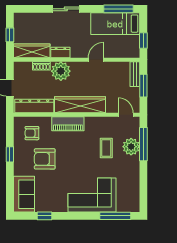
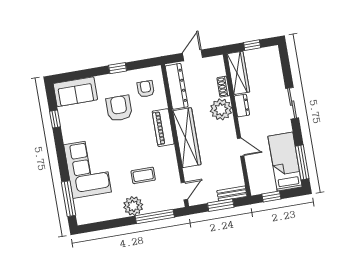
plant: (131, 147) -> (133, 206), moved

